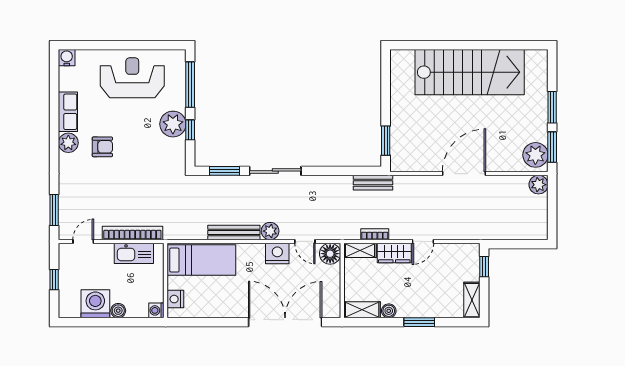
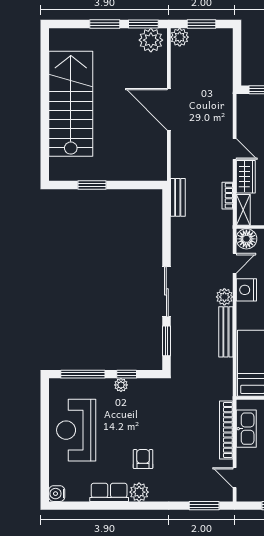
plant: (173, 124) -> (121, 385), width x0.53, depth x0.53
window: (386, 141) -> (92, 185), moved
window: (552, 207) -> (202, 24), added

